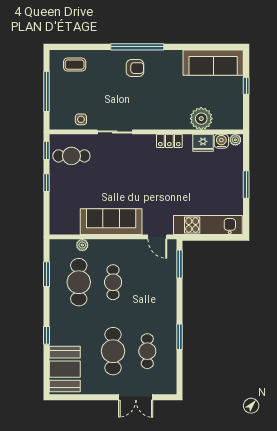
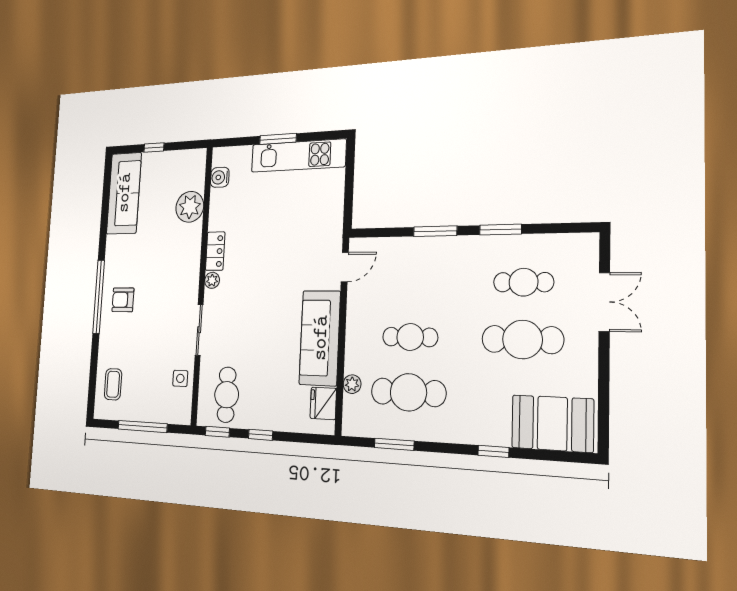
armchair: (135, 68) -> (123, 300), turned -90
plant: (235, 140) -> (212, 280), moved
fridge: (203, 143) -> (323, 403), moved, turned 180
kitchen unit: (208, 225) -> (298, 156), moved, turned -90
window: (180, 264) -> (435, 231), moved

